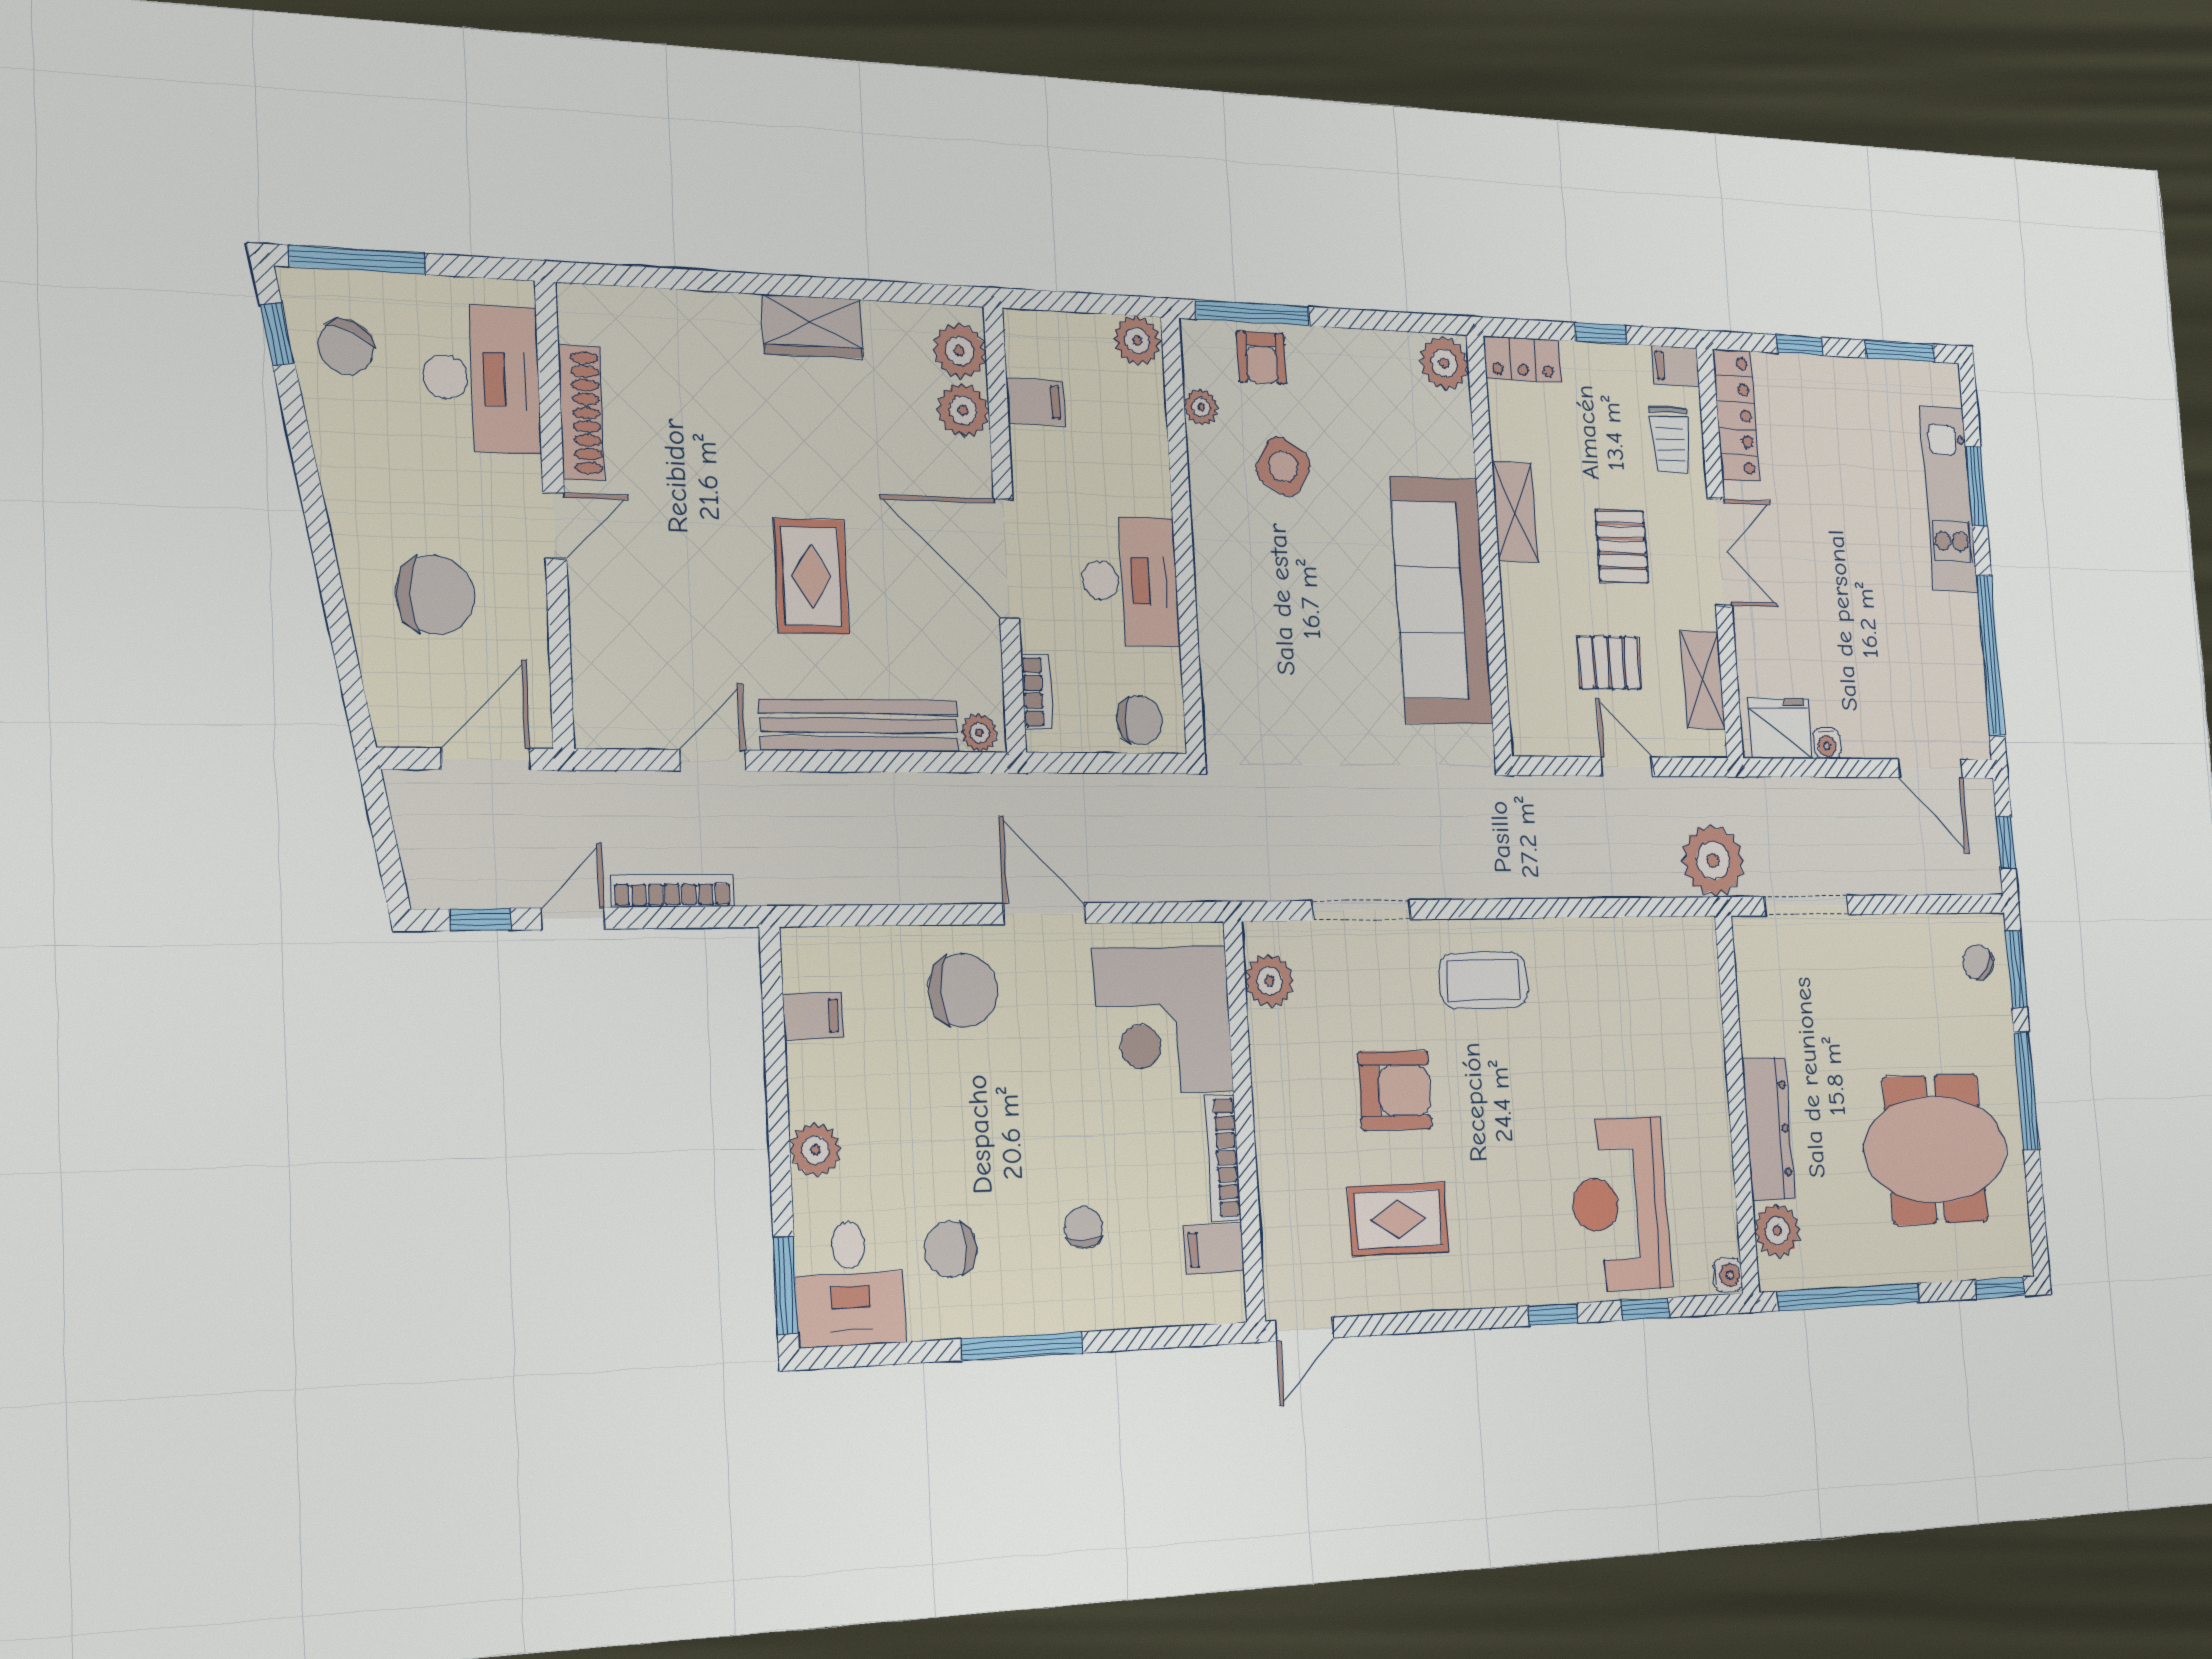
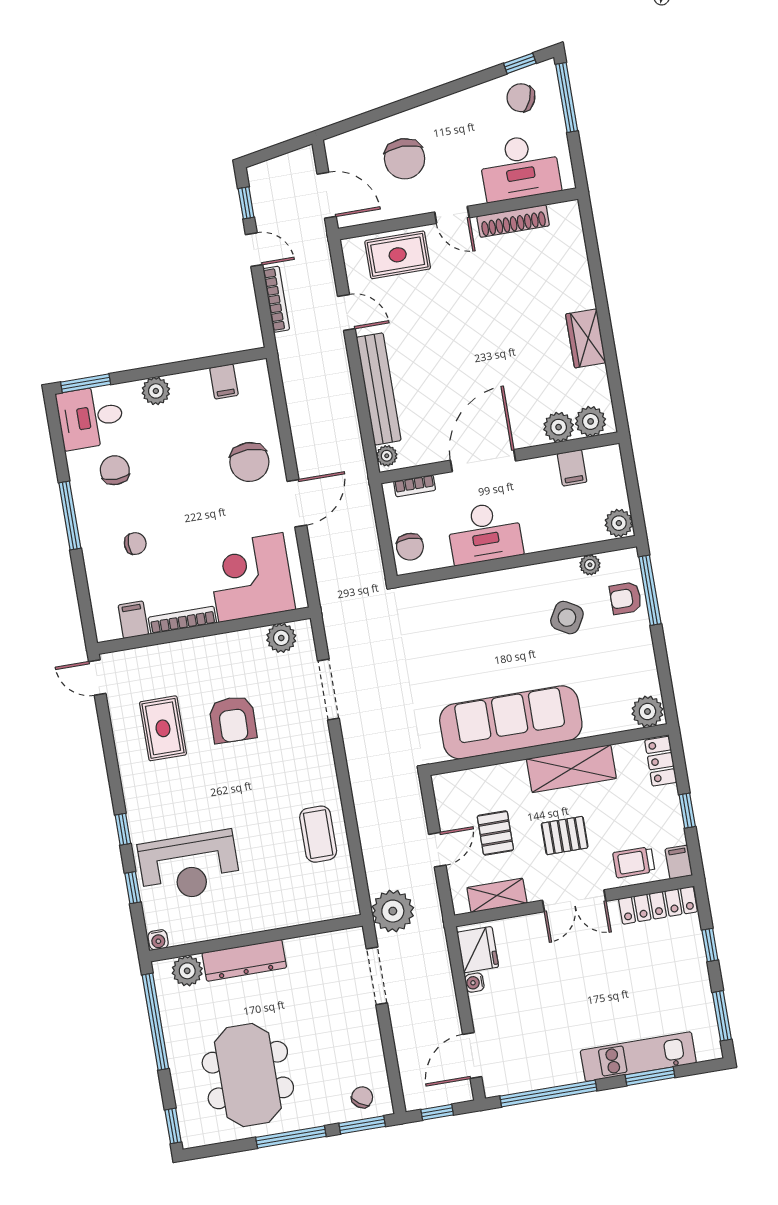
shelving: (1515, 512) -> (571, 769), width x1.50, depth x1.33
rug: (811, 576) -> (398, 255), moved
coffee table: (1484, 980) -> (318, 834), moved
reception desk: (1620, 1204) -> (189, 866), turned 180

